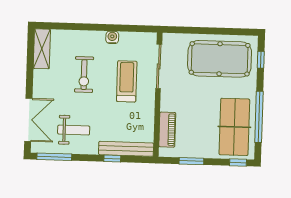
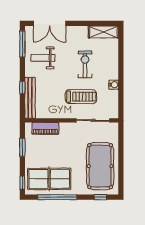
exercise bike: (84, 75) -> (85, 64), turned 90
weight bench: (74, 130) -> (43, 58), turned 90

